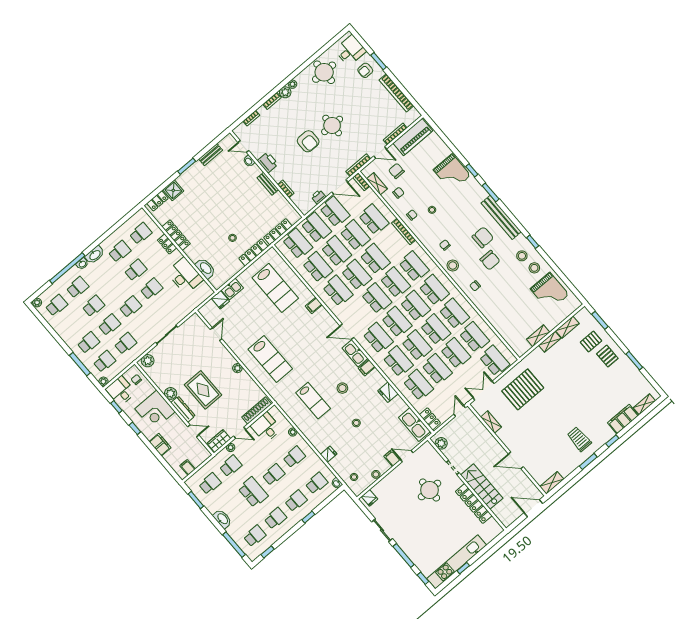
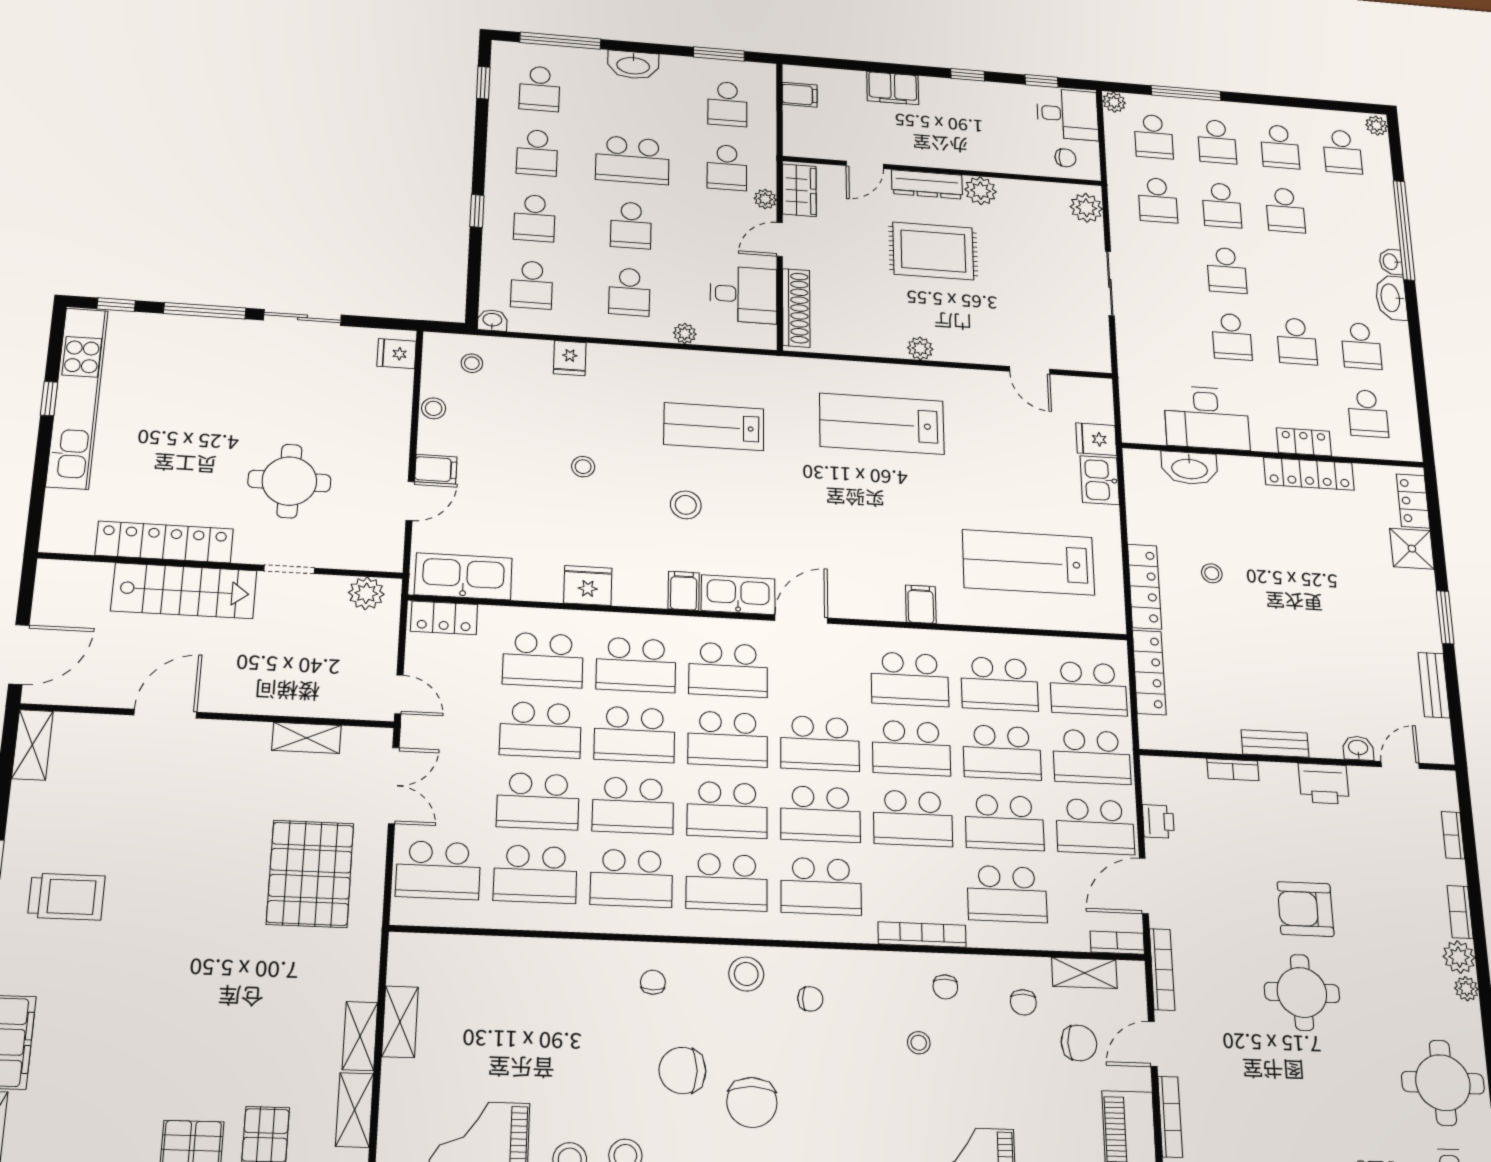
school desk: (78, 287) -> (1280, 147), moved
corner desk: (155, 410) -> (972, 137), removed

